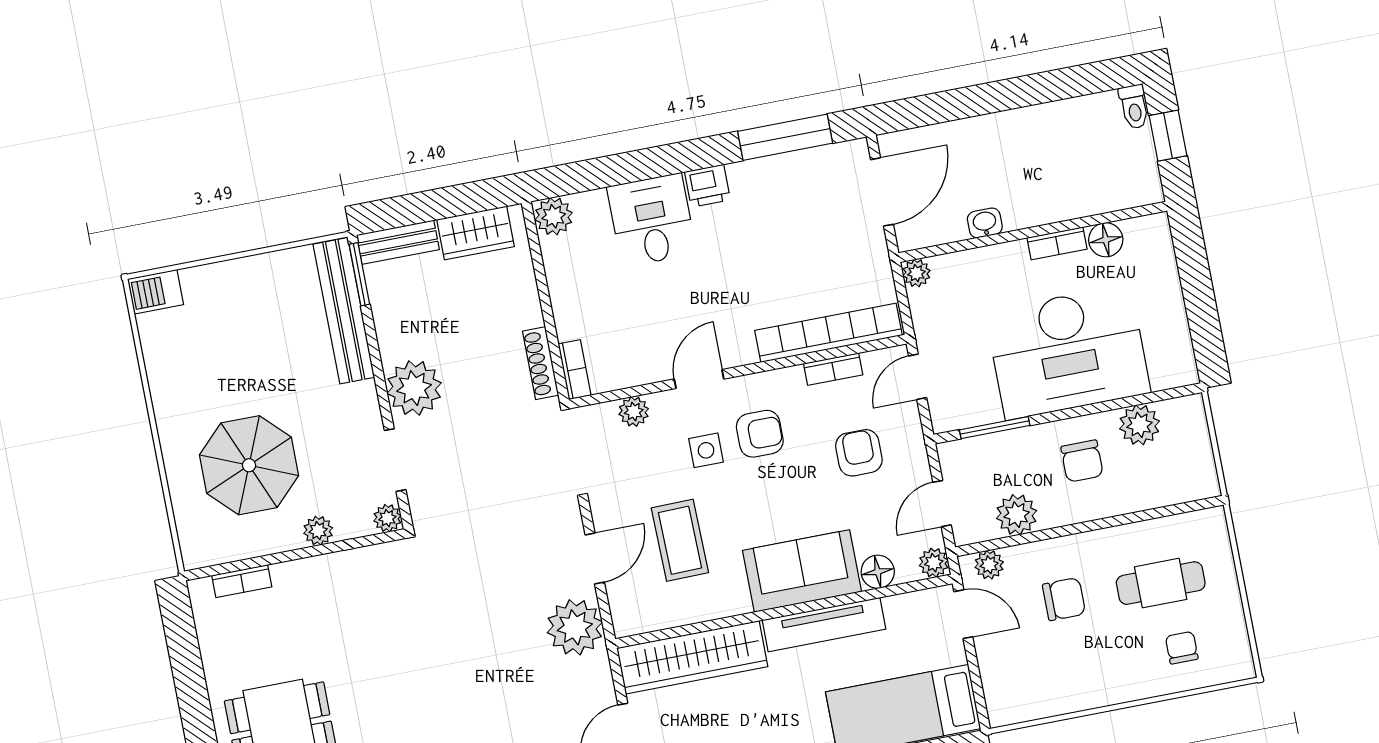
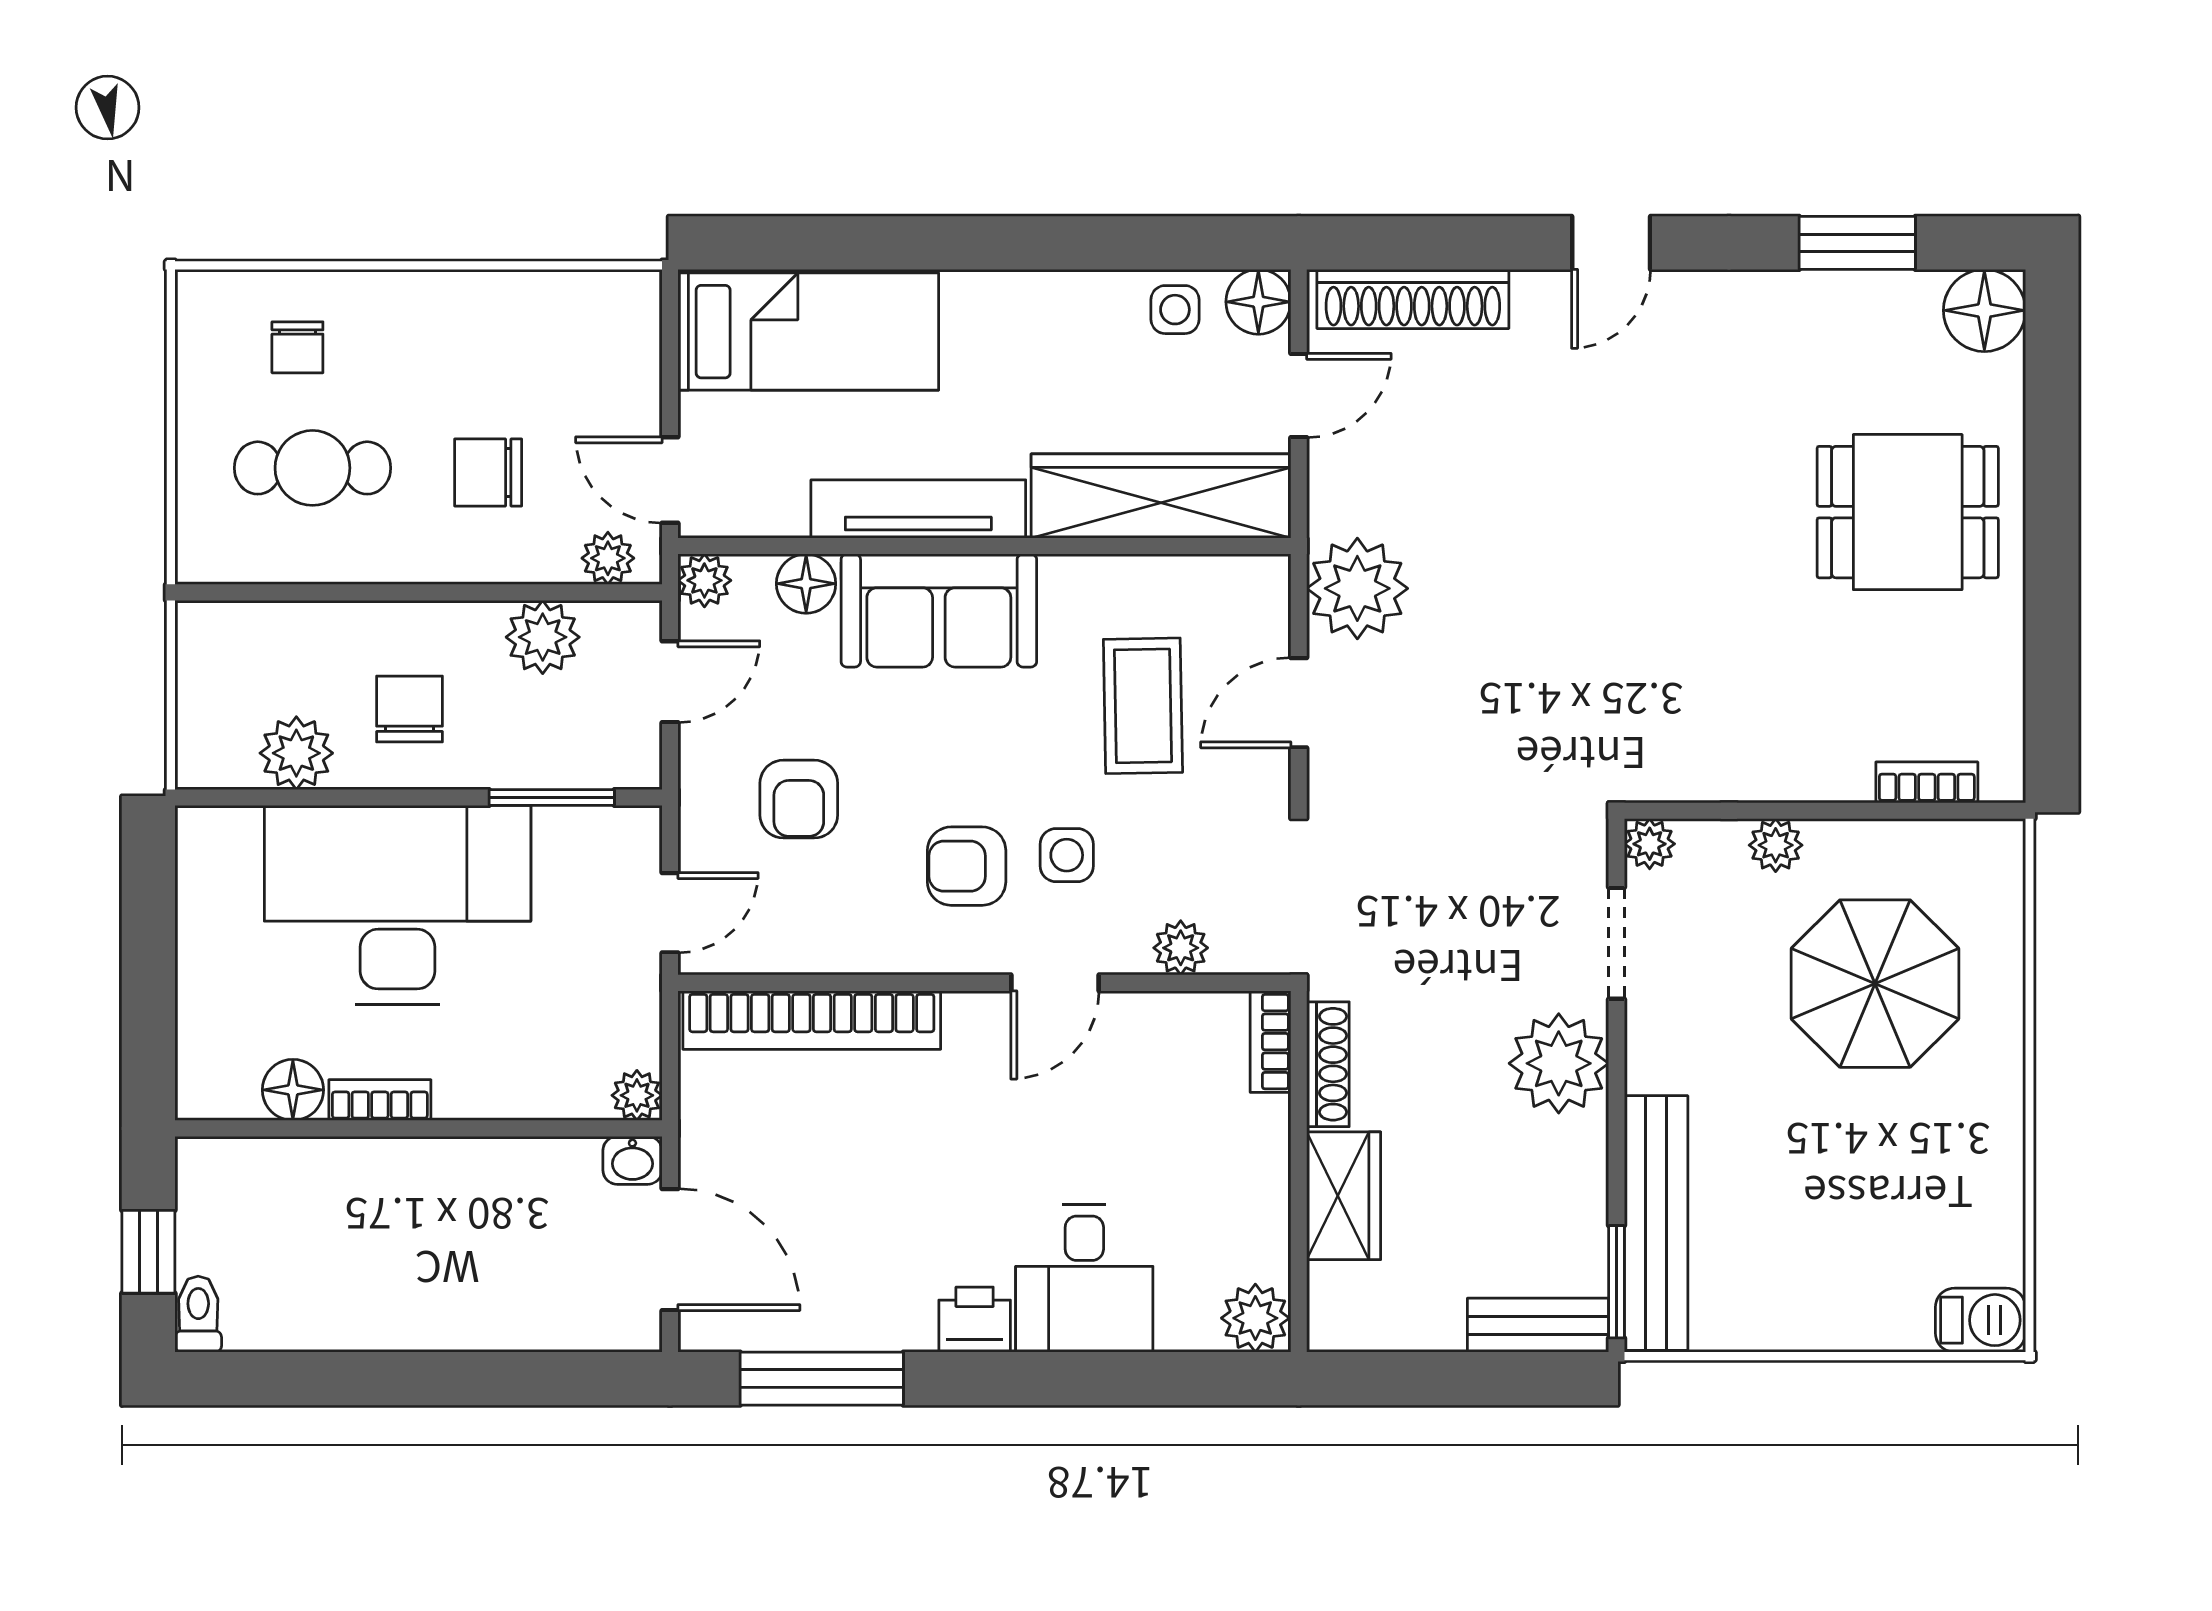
door: (882, 192) -> (670, 1250), swing flipped
washbasin: (985, 223) -> (632, 1160), moved
wardrobe: (476, 233) -> (1344, 1196), moved, turned 90
bookcase: (833, 369) -> (816, 955), removed

